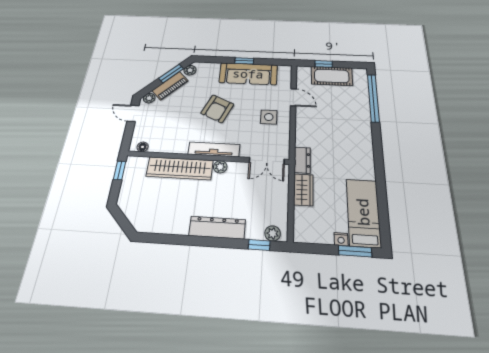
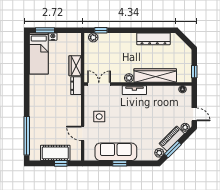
armchair: (217, 109) -> (135, 121), removed
tv unit: (214, 149) -> (134, 90), width x0.71
dresser: (217, 228) -> (153, 39), moved

